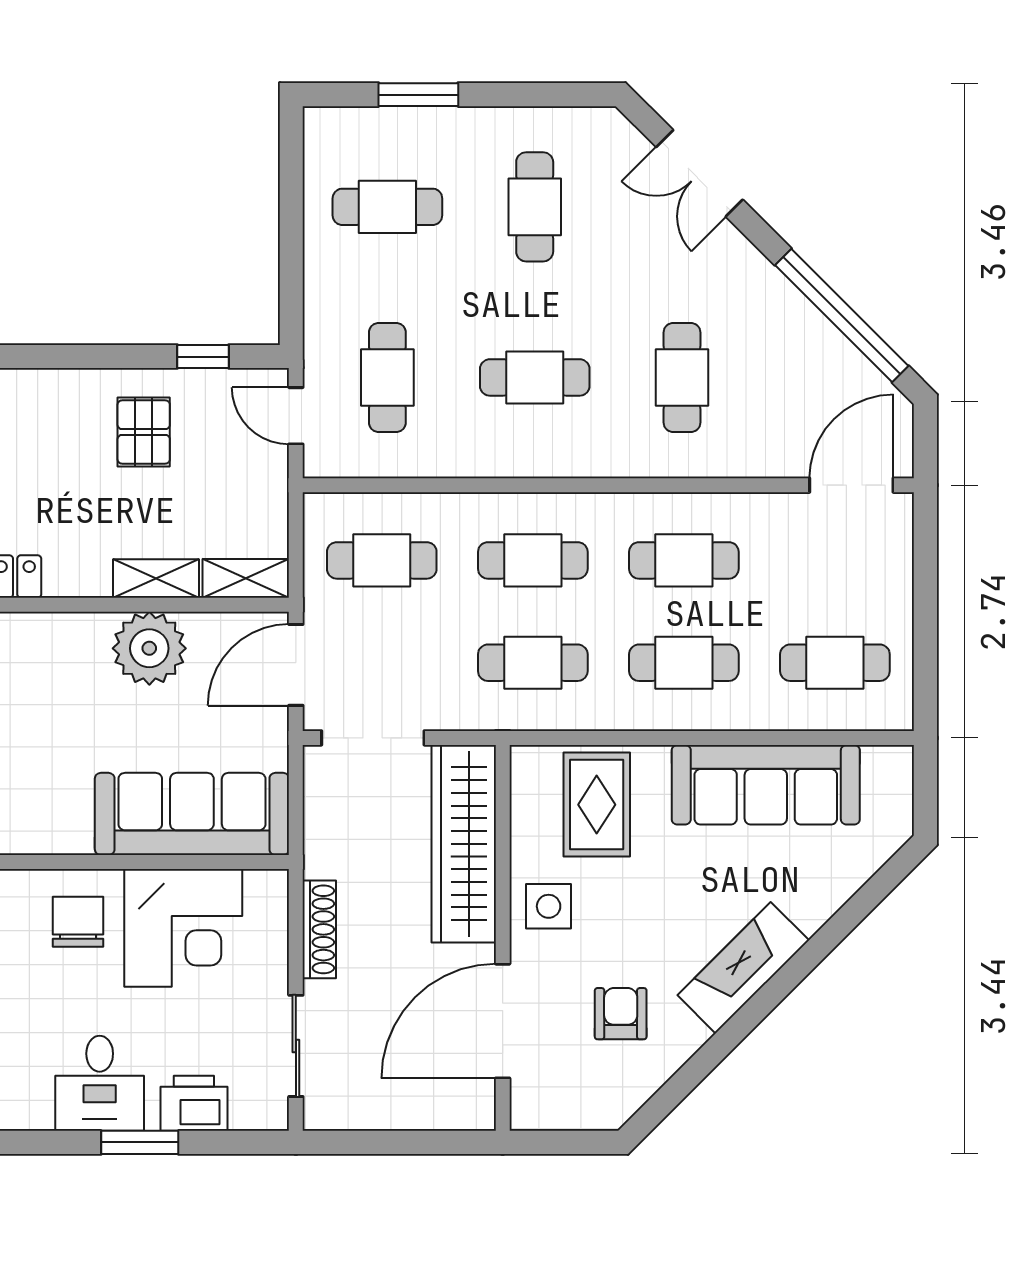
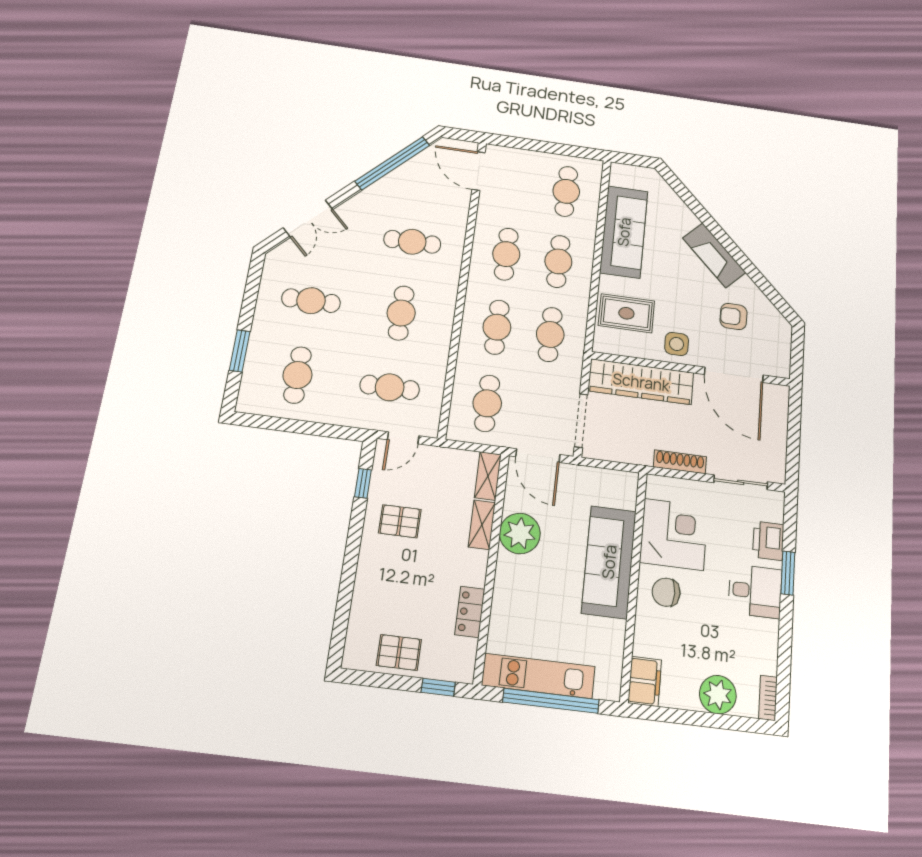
sofa: (192, 814) -> (609, 562), moved

